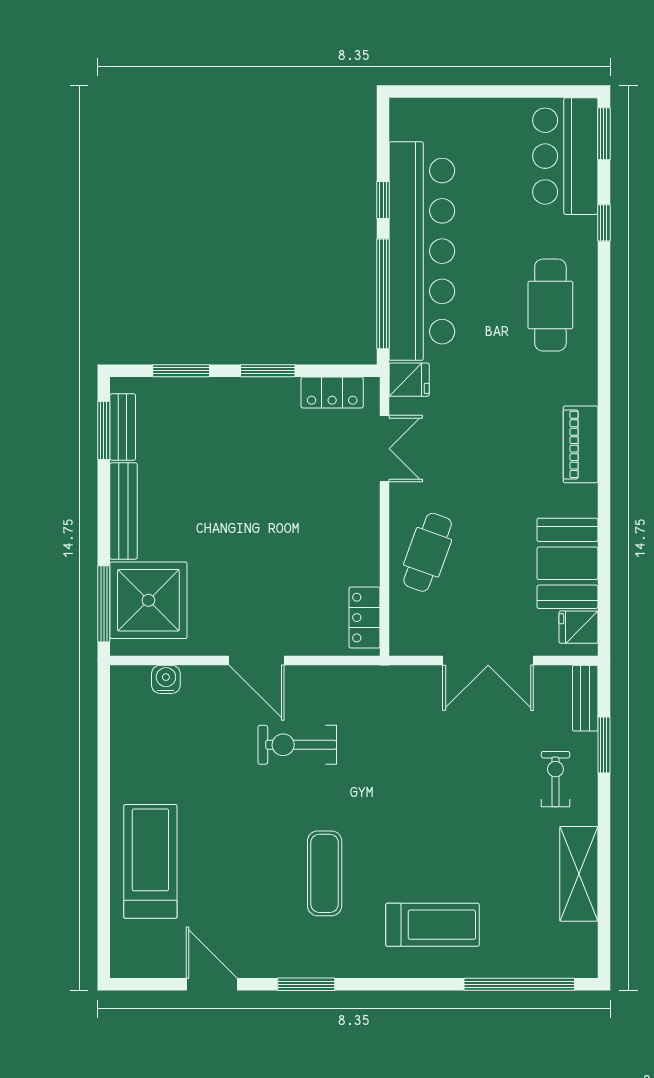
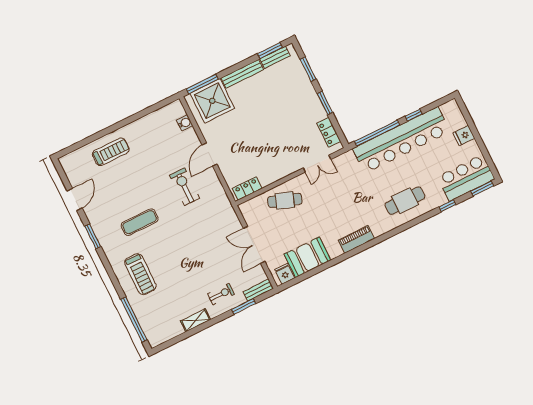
fridge: (409, 380) -> (464, 136), moved, turned 90
treadmill: (150, 861) -> (111, 152), width x0.73, depth x0.73
shelving: (579, 874) -> (196, 320), width x0.67, depth x0.75

